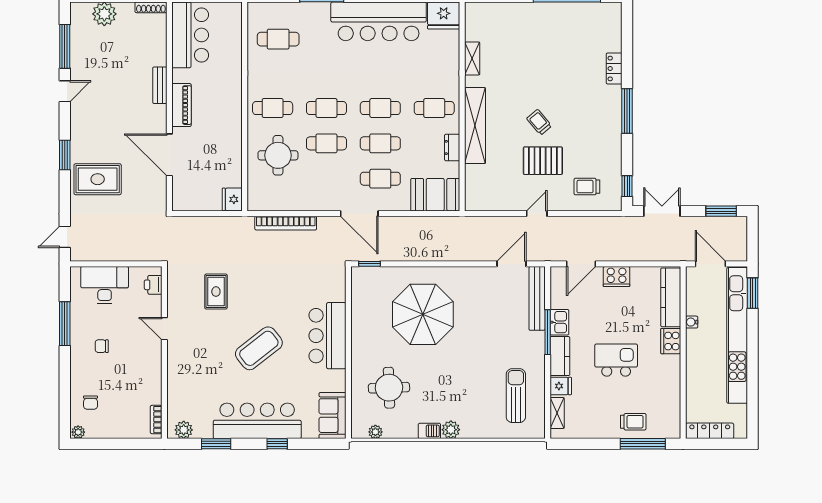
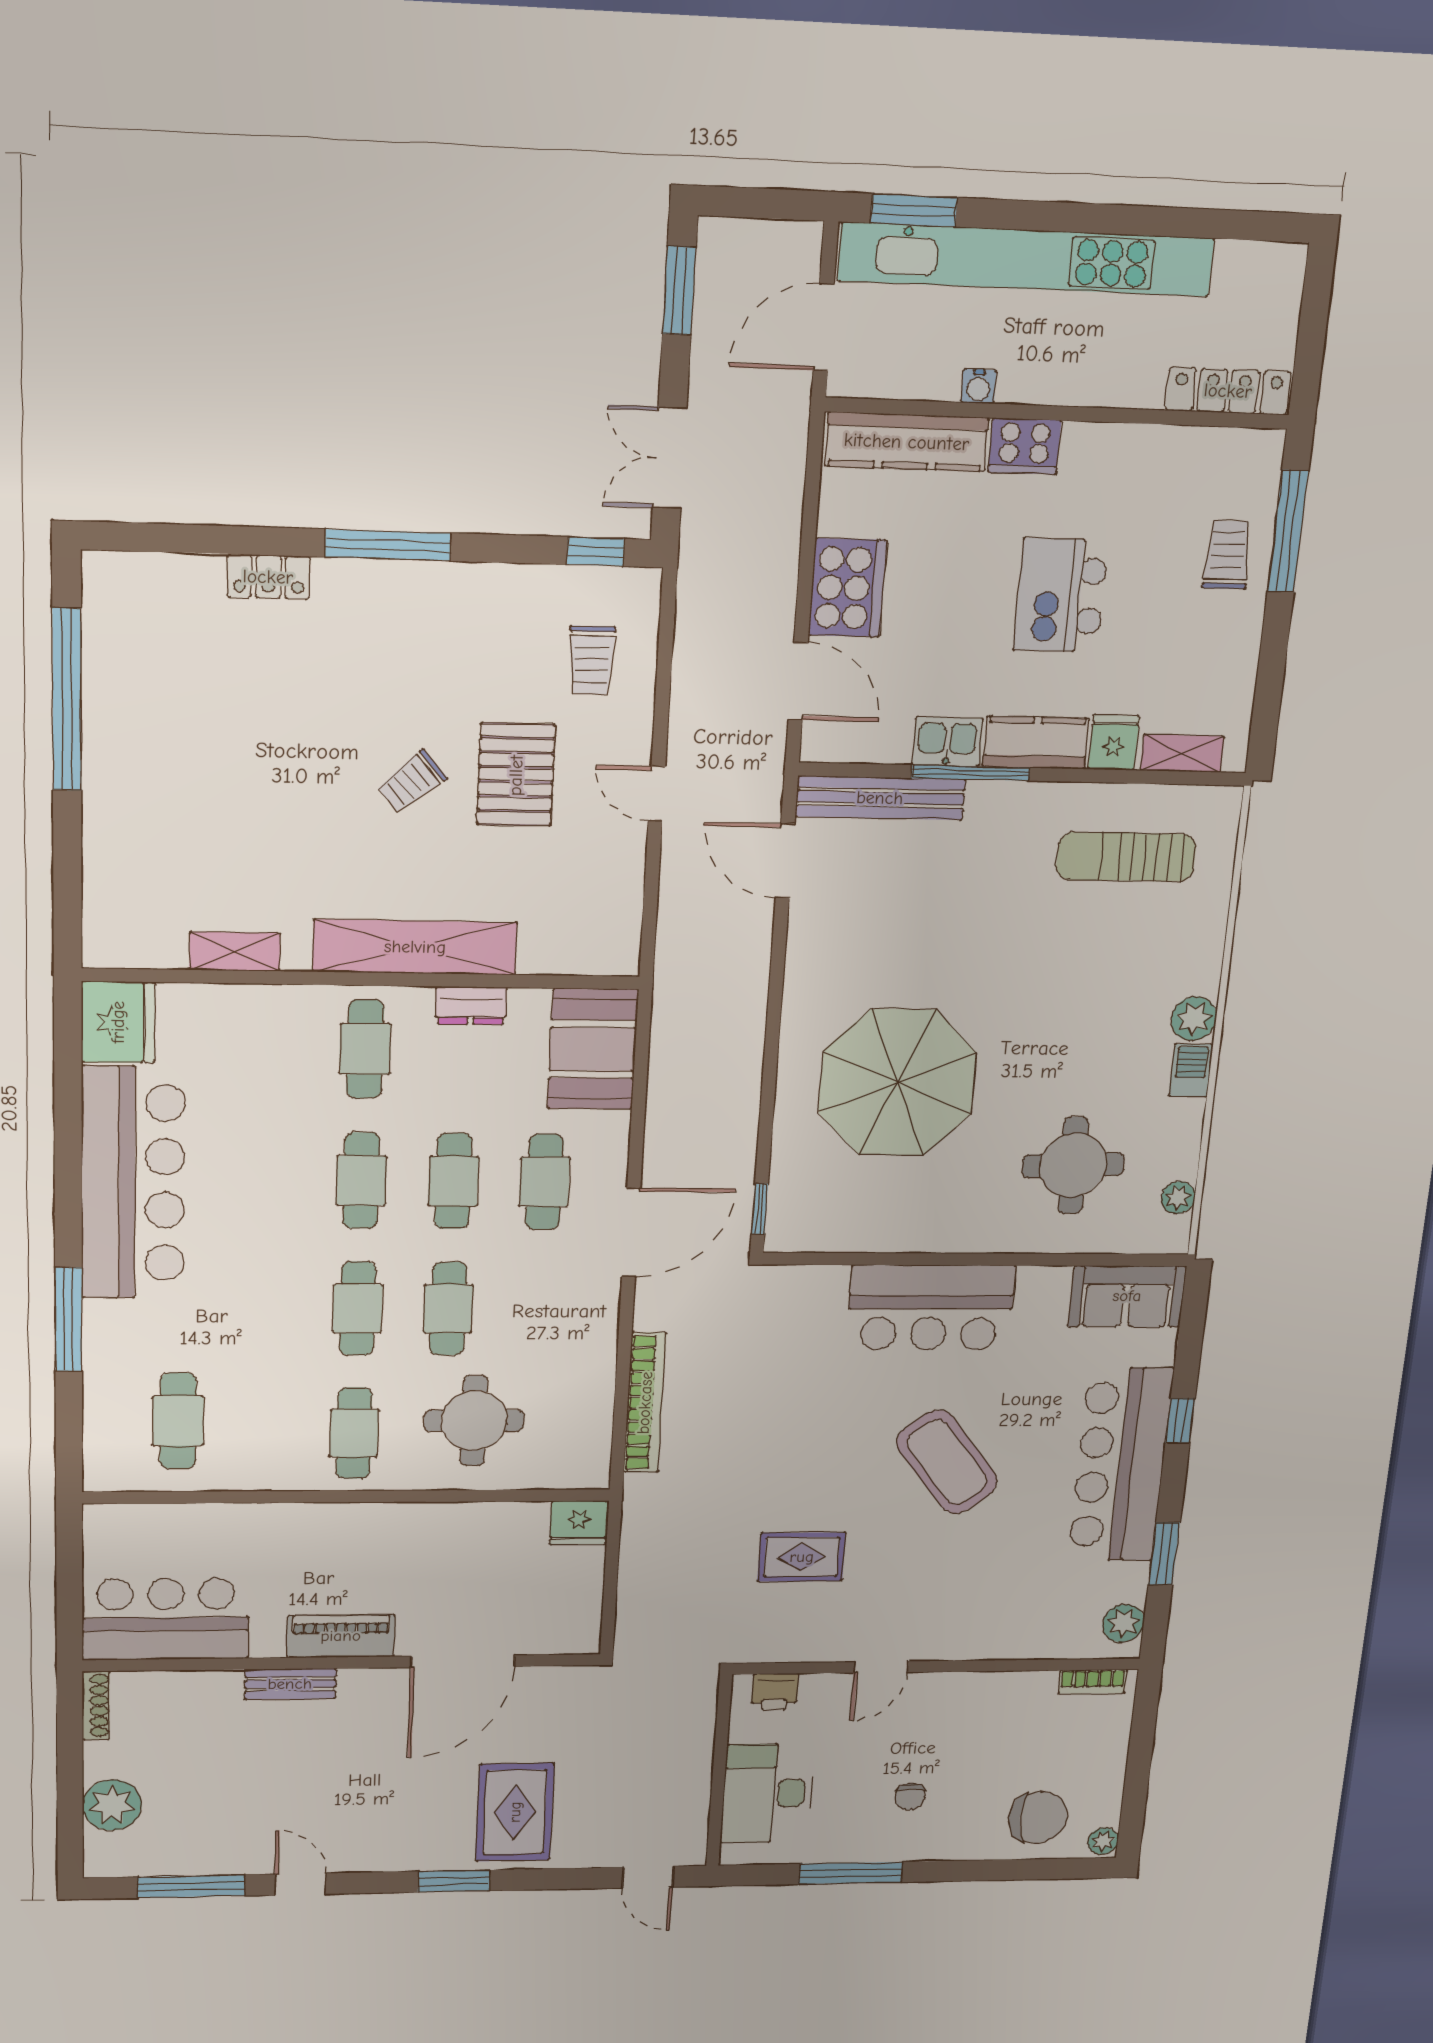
cooker: (617, 277) -> (847, 588), width x1.37, depth x1.31
chair: (91, 403) -> (1038, 1817), width x1.87, depth x1.87
locker: (710, 431) -> (1228, 391), moved, turned 90

